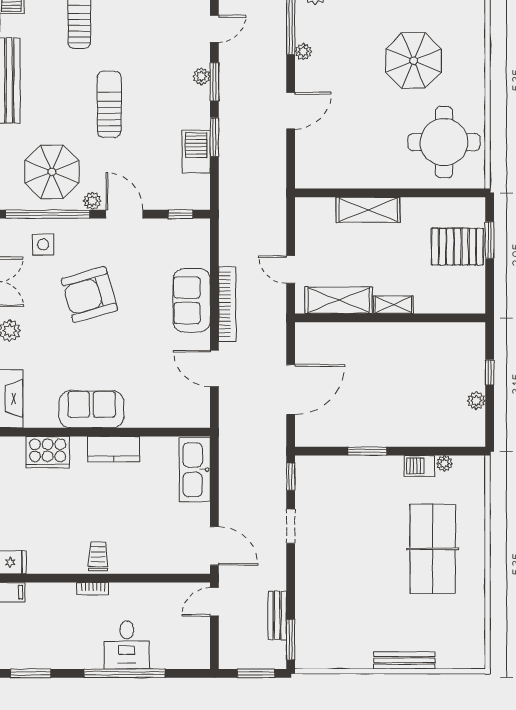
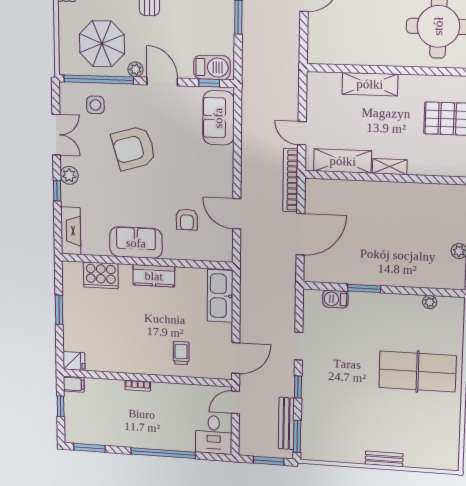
barbecue: (196, 152) -> (212, 67), moved, turned 90
sofa: (192, 300) -> (218, 118), moved
bookcase: (227, 304) -> (290, 180), moved, turned 180
armchair: (154, 378) -> (187, 219), added
barbecue: (420, 466) -> (335, 299), moved
window: (291, 477) -> (298, 387), moved
door: (214, 546) -> (236, 358), hinge flipped
table tennis table: (433, 549) -> (417, 372), turned 90
trolley: (98, 556) -> (181, 353), moved
bench: (277, 615) -> (286, 423), width x1.36
desk: (127, 645) -> (214, 435), moved
bench: (404, 661) -> (384, 459), width x0.73

